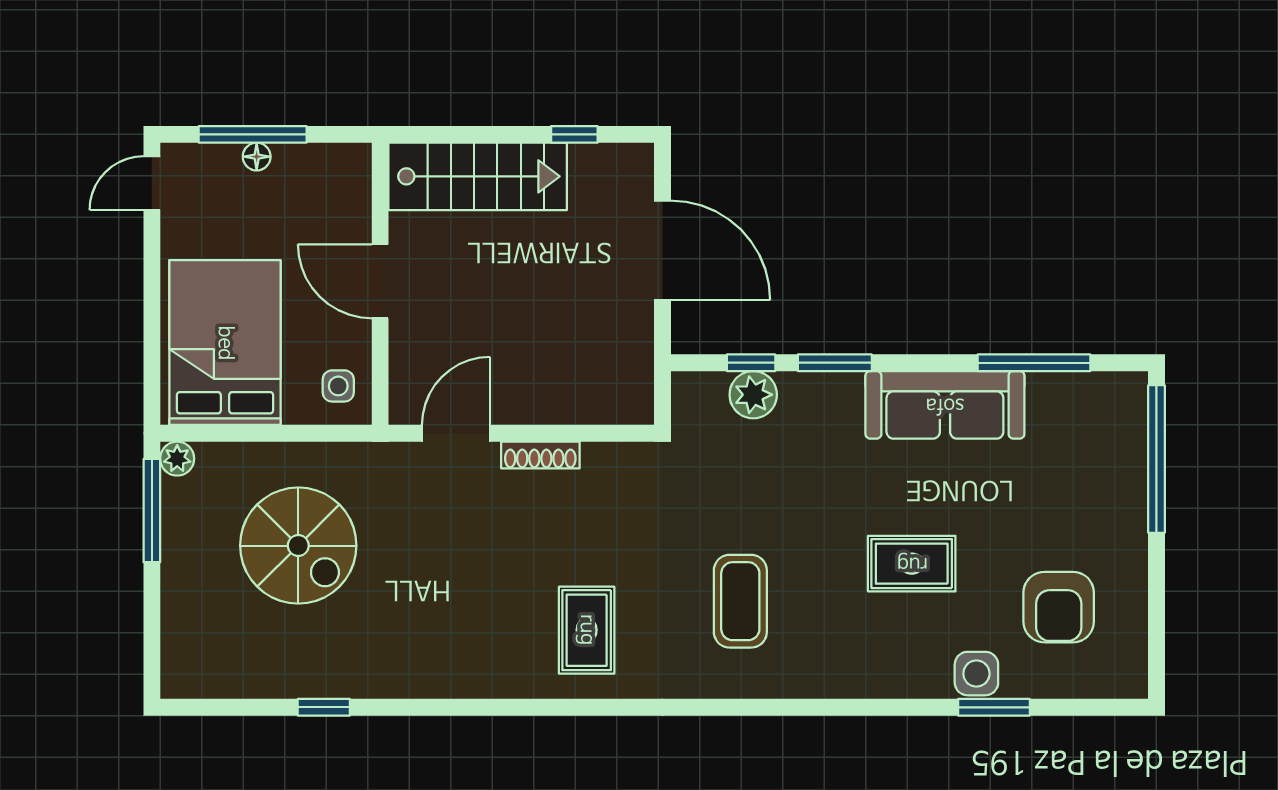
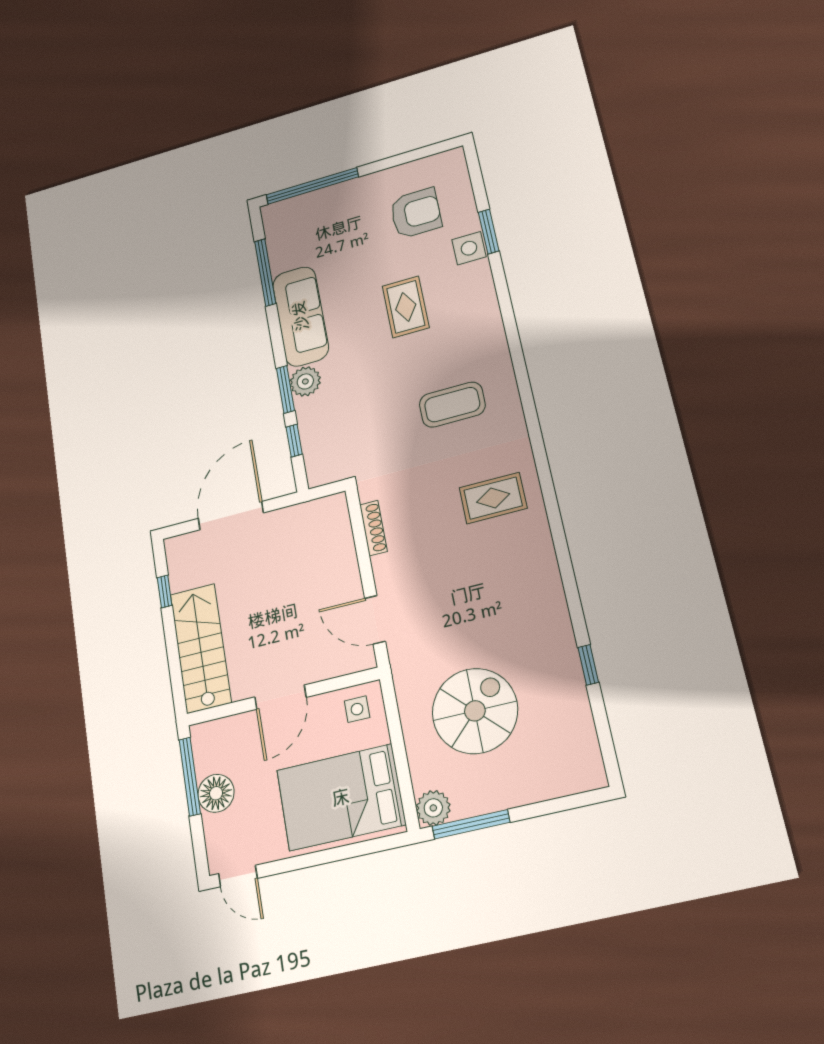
window: (253, 134) -> (190, 776), moved
floor lamp: (257, 157) -> (216, 793), width x1.89, depth x1.89
plant: (753, 395) -> (305, 381), moved
shoe rack: (540, 455) -> (373, 528), moved
plant: (177, 459) -> (433, 808), width x1.38, depth x1.38

